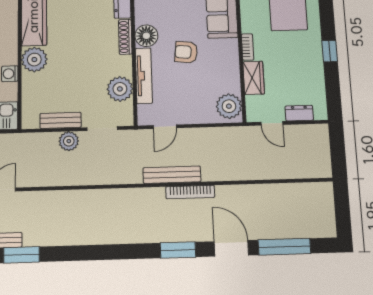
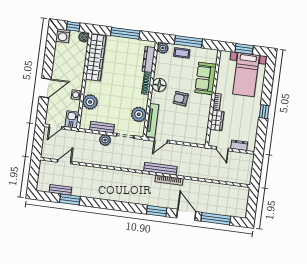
plant: (34, 60) -> (90, 102), moved
tv unit: (144, 76) -> (152, 120), moved
plant: (229, 106) -> (200, 135), removed

